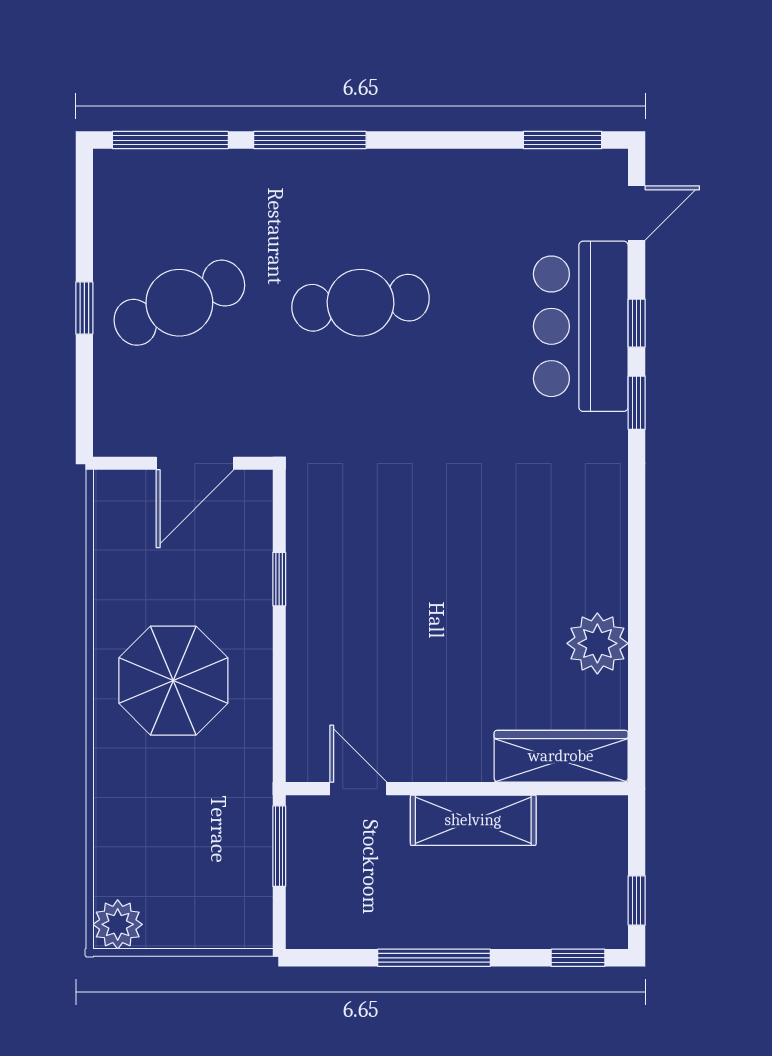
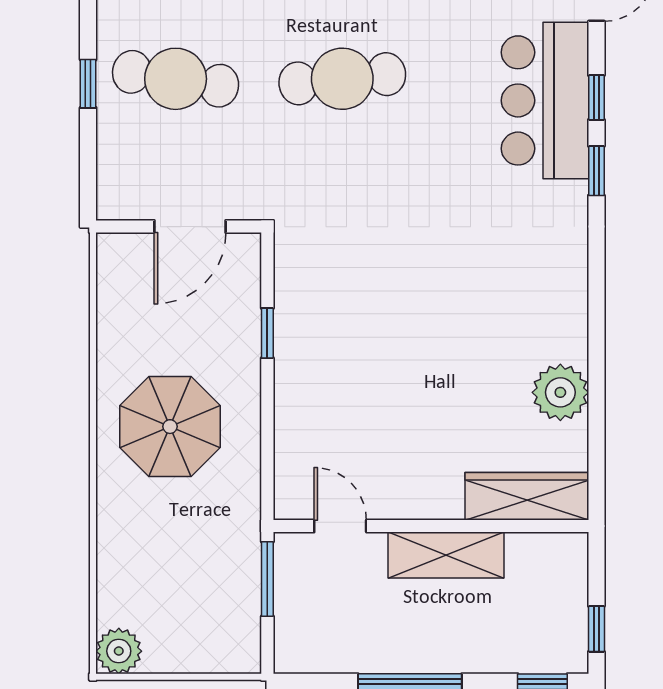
cafe table: (179, 303) -> (176, 79), turned 33

